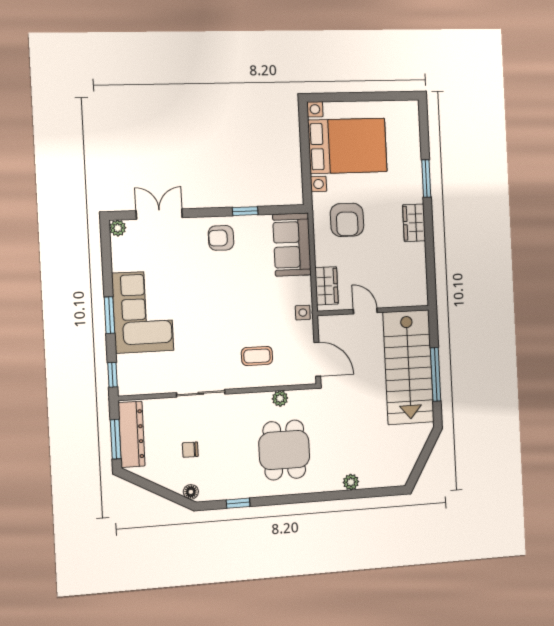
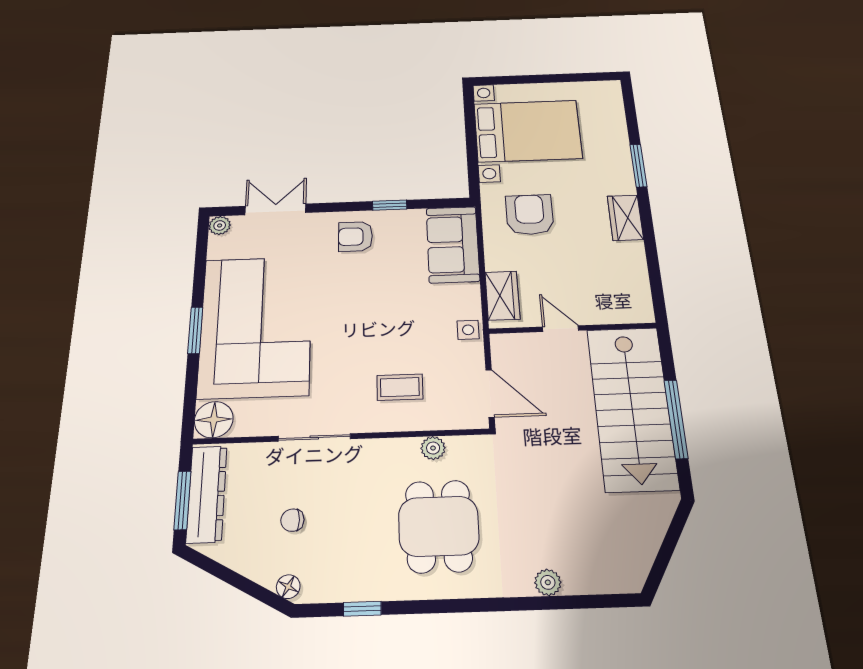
armchair: (347, 220) -> (530, 215), turned 180
corner sofa: (143, 312) -> (256, 326), width x1.36, depth x1.36
window: (112, 375) -> (189, 409), removed
floor lamp: (131, 382) -> (214, 420), added

